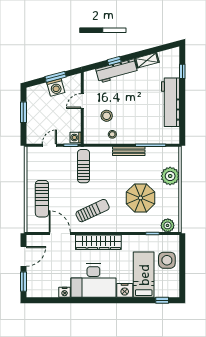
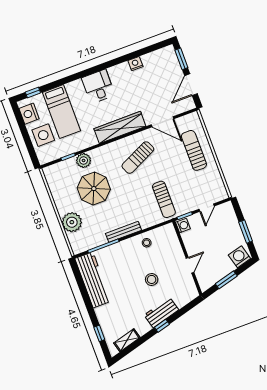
shelving: (147, 60) -> (127, 340), moved
window: (114, 61) -> (162, 326), moved
workbench: (117, 71) -> (161, 312), width x0.73
washing machine: (56, 87) -> (239, 257), moved
workbench: (170, 102) -> (93, 280), moved
stool: (107, 116) -> (152, 279), moved
plant: (168, 225) -> (84, 160), moved
desk: (93, 281) -> (98, 86), width x0.53, depth x0.77
nightstand: (125, 290) -> (29, 114), moved, turned -90

